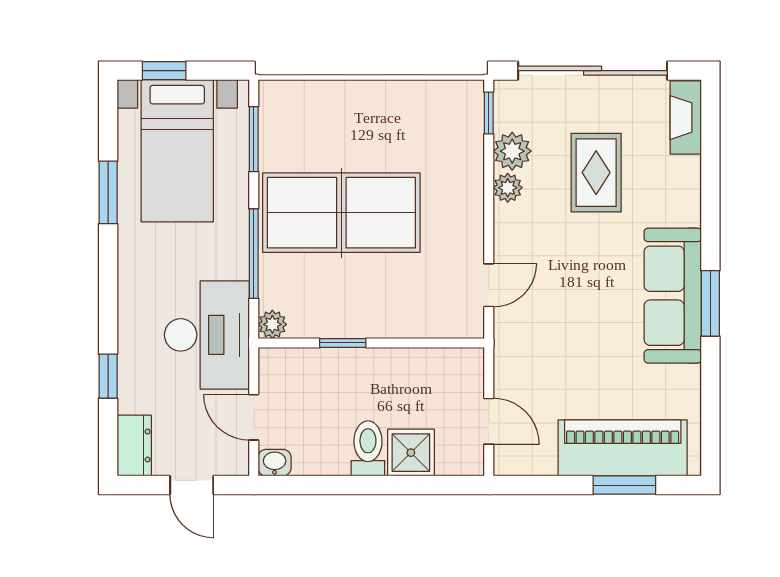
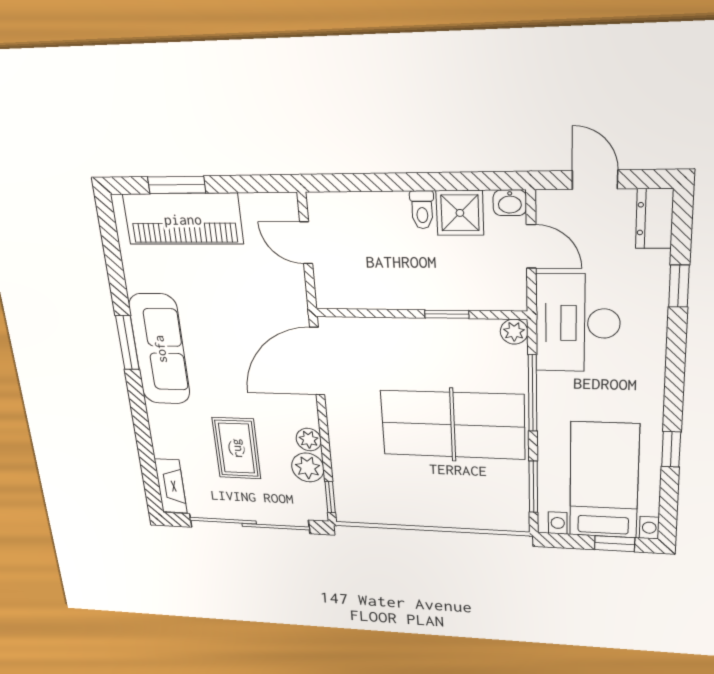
window: (108, 192) -> (671, 449), width x0.67
door: (489, 285) -> (317, 361), width x1.87
toilet: (368, 448) -> (422, 210), width x0.73, depth x0.72
shower: (411, 453) -> (460, 213), moved

